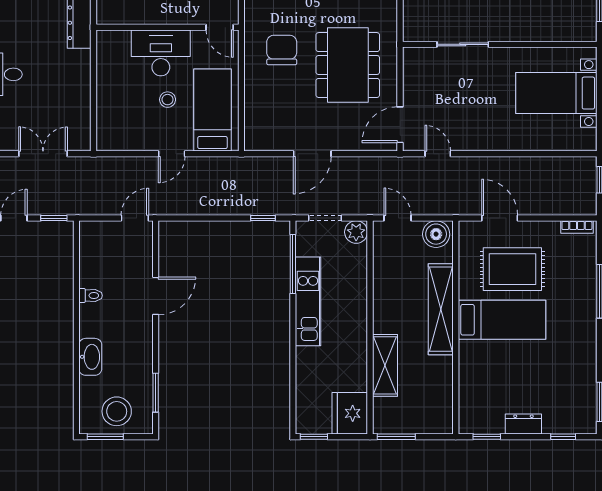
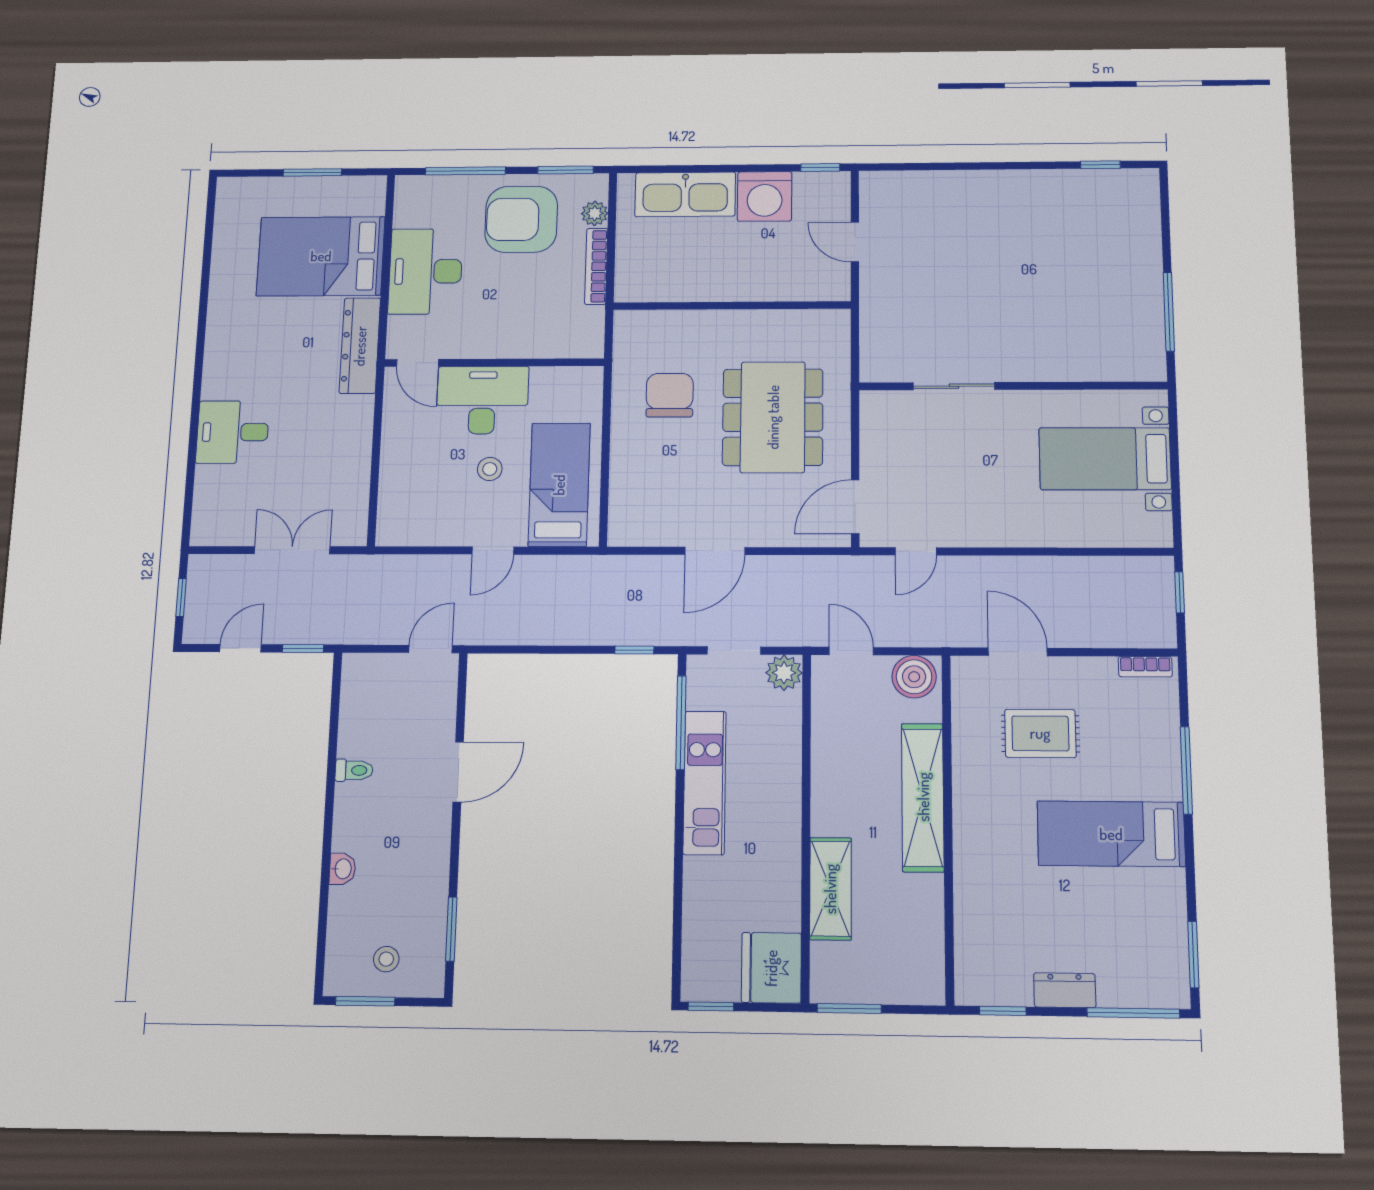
door: (220, 27) -> (418, 363), moved
door: (438, 154) -> (916, 551), swing flipped
rug: (512, 269) -> (1040, 733), width x0.73, depth x0.70
bed: (502, 320) -> (1111, 834), moved, turned 180
washbasin: (90, 357) -> (342, 869), width x0.52, depth x0.69
stool: (117, 411) -> (386, 959), width x0.53, depth x0.53
window: (563, 437) -> (1133, 1013), width x2.17

